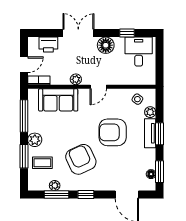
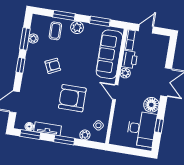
printer: (48, 45) -> (129, 59), moved, turned 180
desk: (139, 52) -> (142, 129), width x1.37
door: (24, 65) -> (146, 29), swing flipped
sofa: (58, 100) -> (109, 54), width x1.36
window: (24, 116) -> (100, 21), width x0.69
armchair: (113, 132) -> (72, 98), turned -90
tv unit: (150, 133) -> (48, 129), moved
armchair: (81, 159) -> (53, 66), width x0.53, depth x0.53

